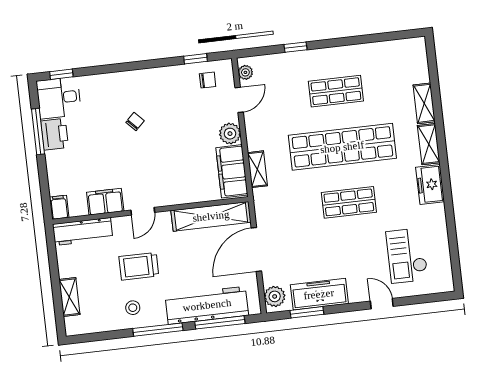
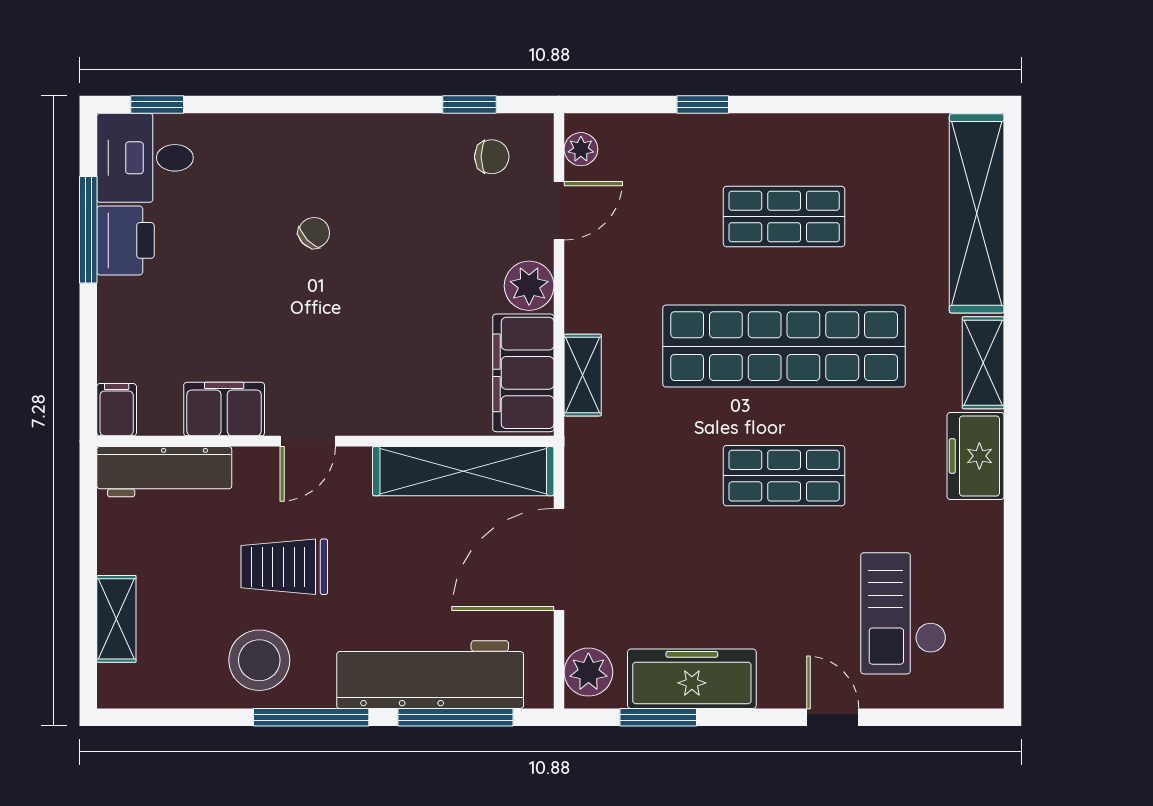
shelving: (424, 103) -> (977, 213), width x2.20, depth x1.33
stool: (133, 308) -> (259, 660), width x1.89, depth x1.89

